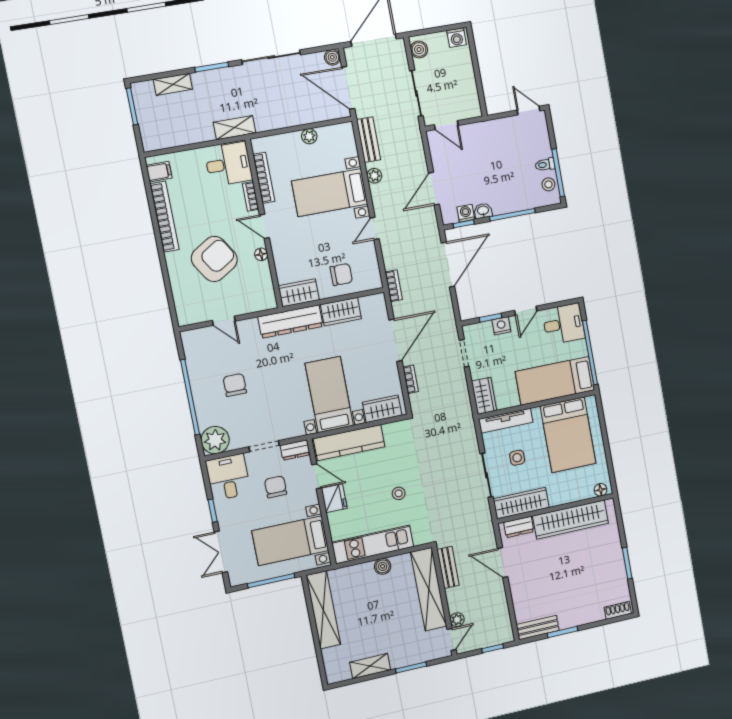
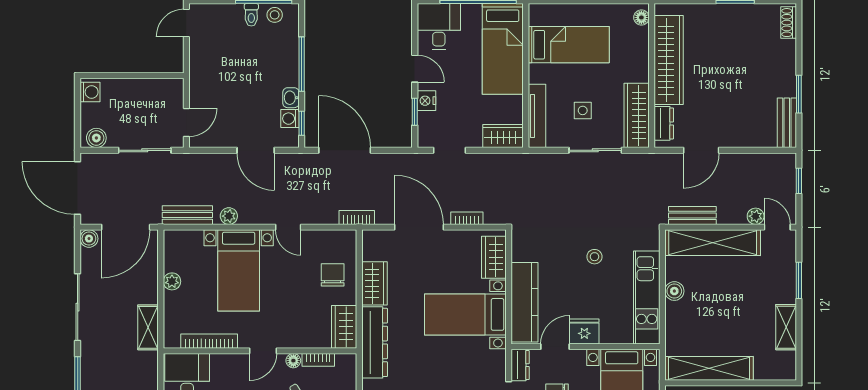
shelving: (235, 128) -> (148, 327), moved
bookcase: (251, 196) -> (318, 360), moved
bed: (568, 435) -> (569, 45), width x0.67

